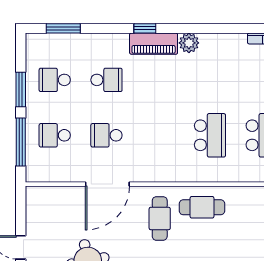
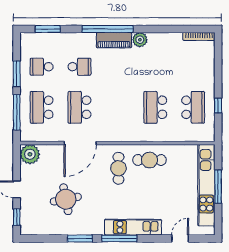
window: (145, 28) -> (108, 29), width x3.17
school desk: (55, 135) -> (42, 107), width x1.85
school desk: (106, 135) -> (79, 107), width x1.85
school desk: (210, 135) -> (155, 107), turned 180
plant: (39, 199) -> (30, 154), added

